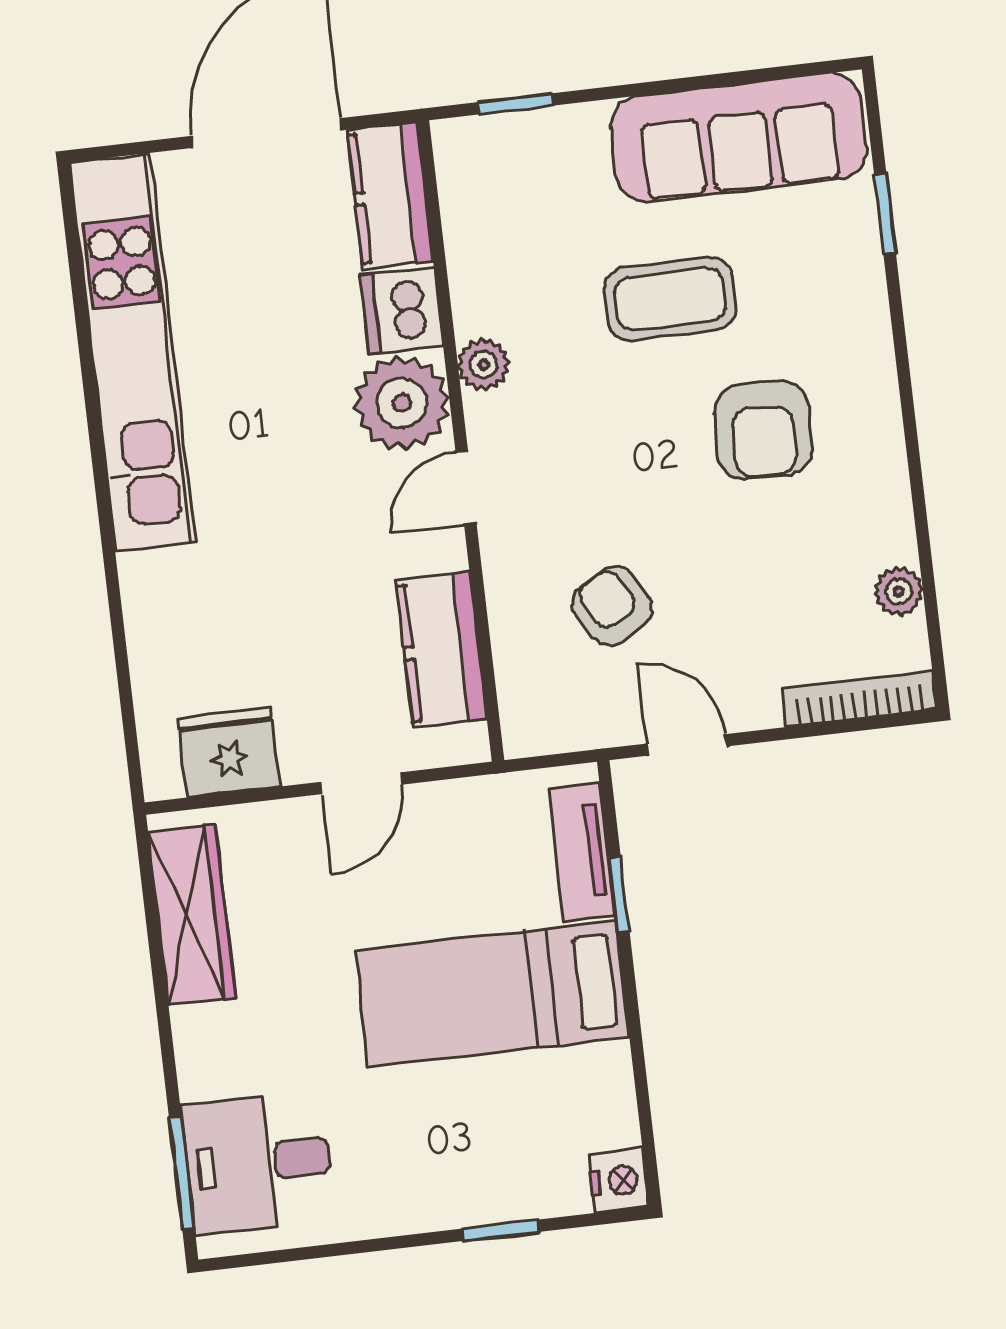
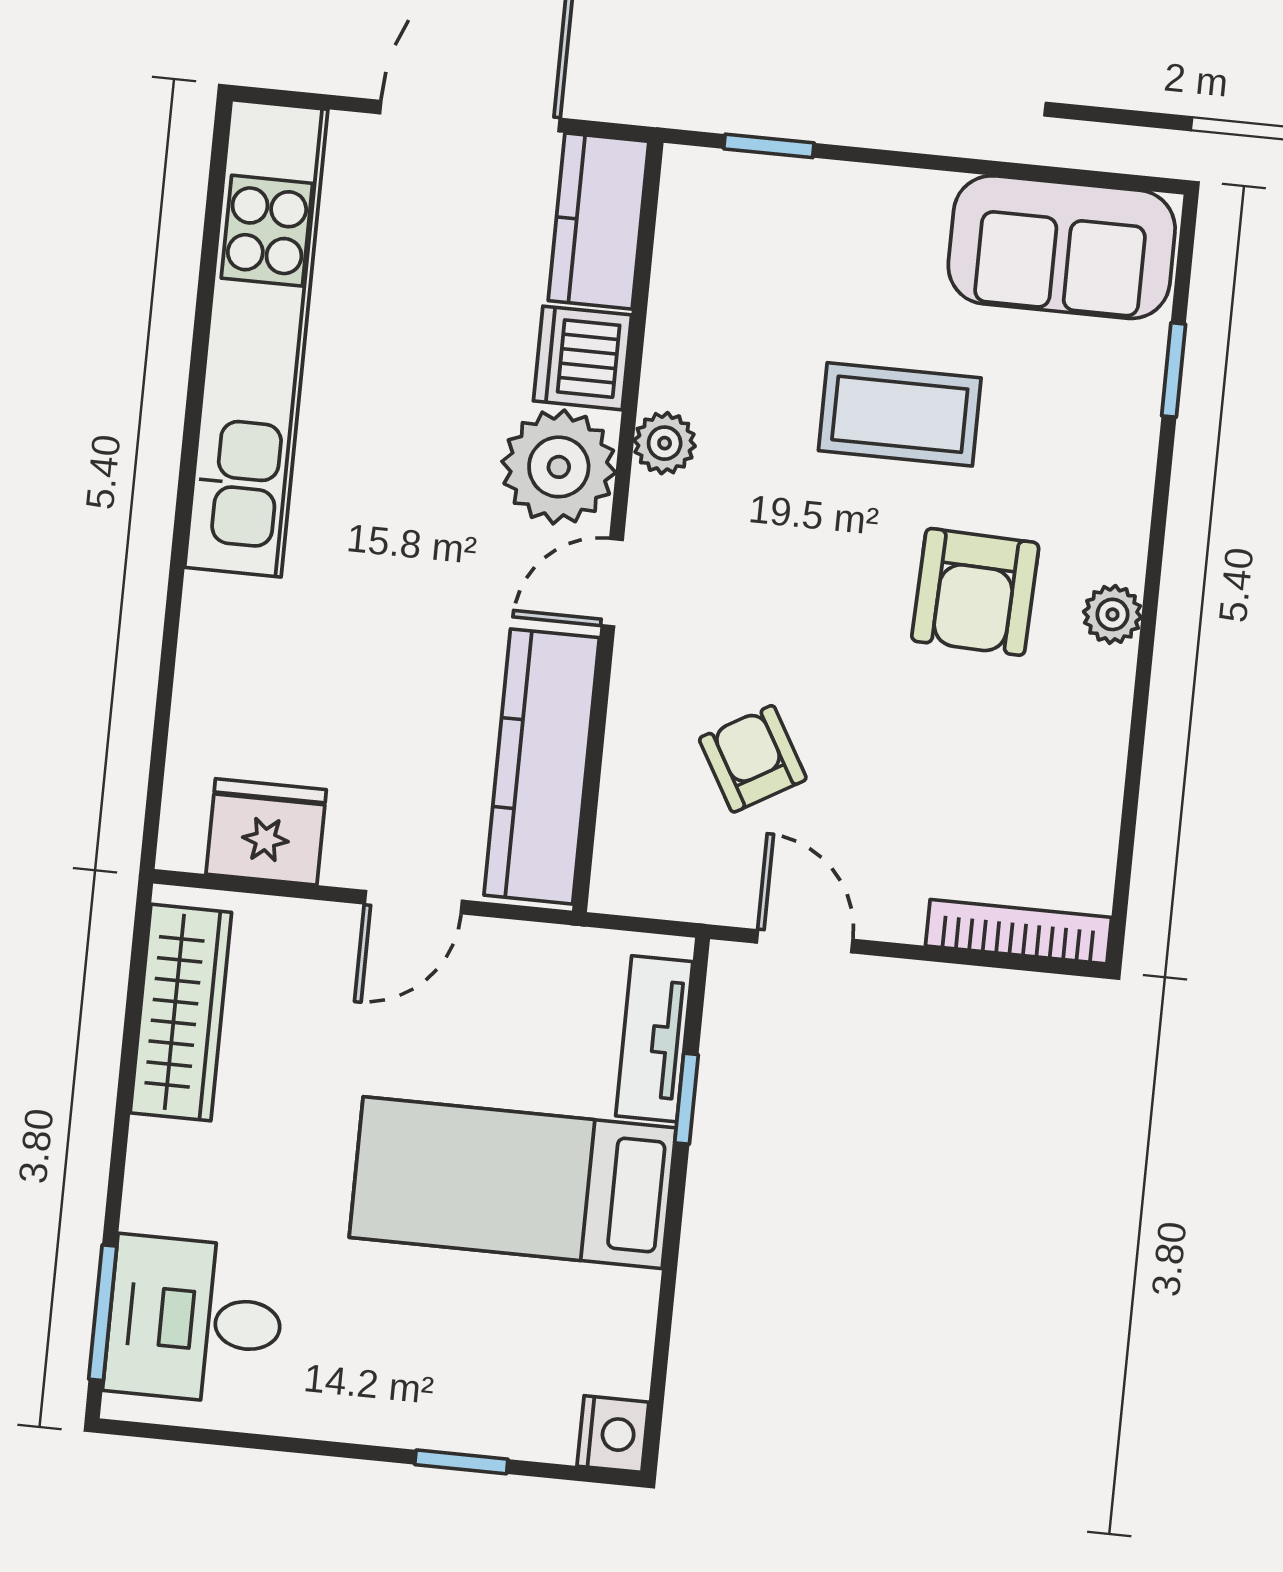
sofa: (739, 138) -> (1062, 247), width x0.73
plant: (899, 591) -> (1112, 614), moved
kitchen counter: (441, 650) -> (542, 766), width x1.50

